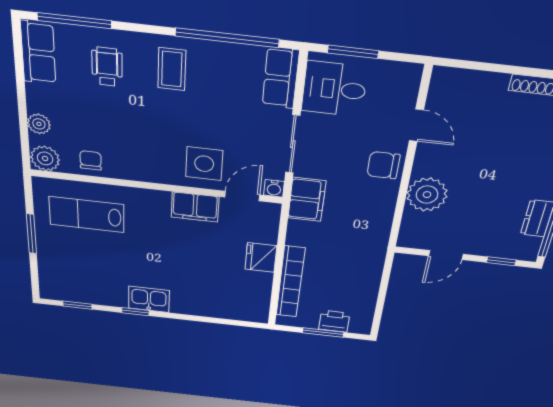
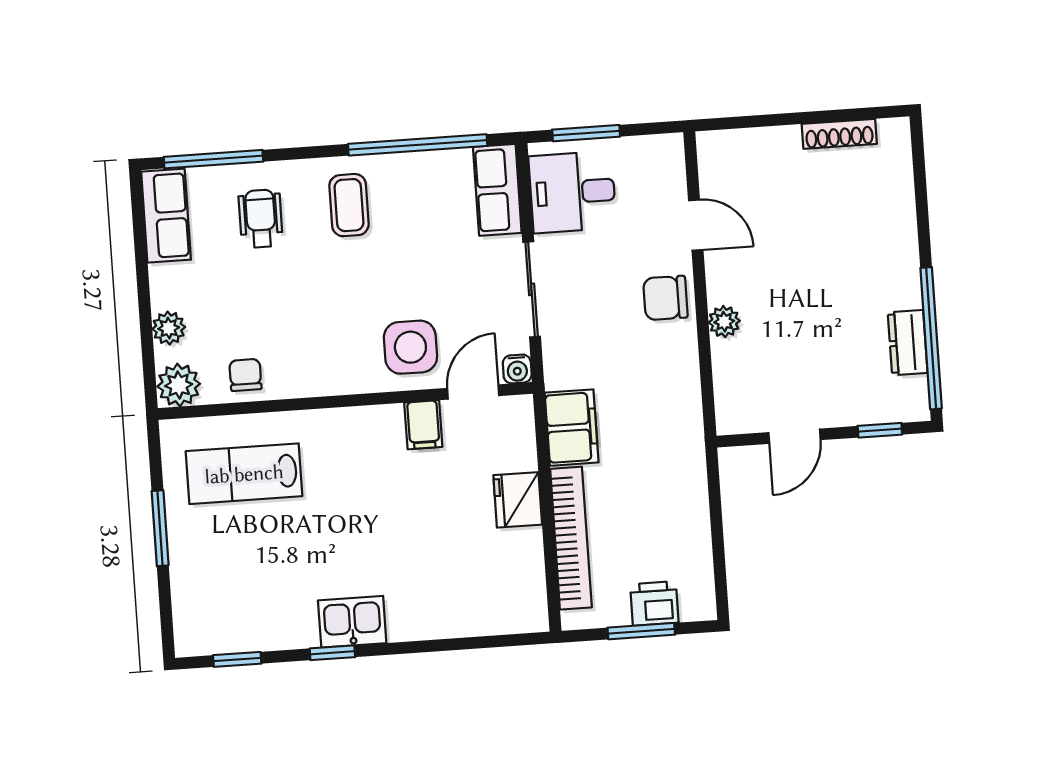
plant: (427, 195) -> (724, 322), width x0.53, depth x0.53
filing cabinet: (307, 200) -> (572, 428), moved
filing cabinet: (195, 207) -> (423, 425), width x0.50

